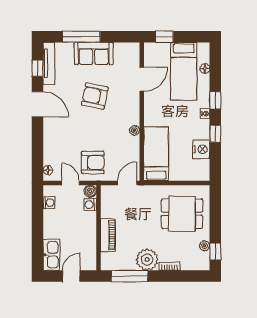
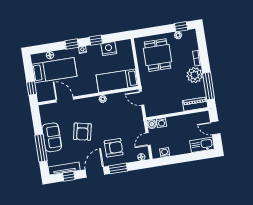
window: (38, 136) -> (118, 168), added
armchair: (93, 162) -> (114, 148), moved, turned 90
piano: (108, 235) -> (195, 104), moved

